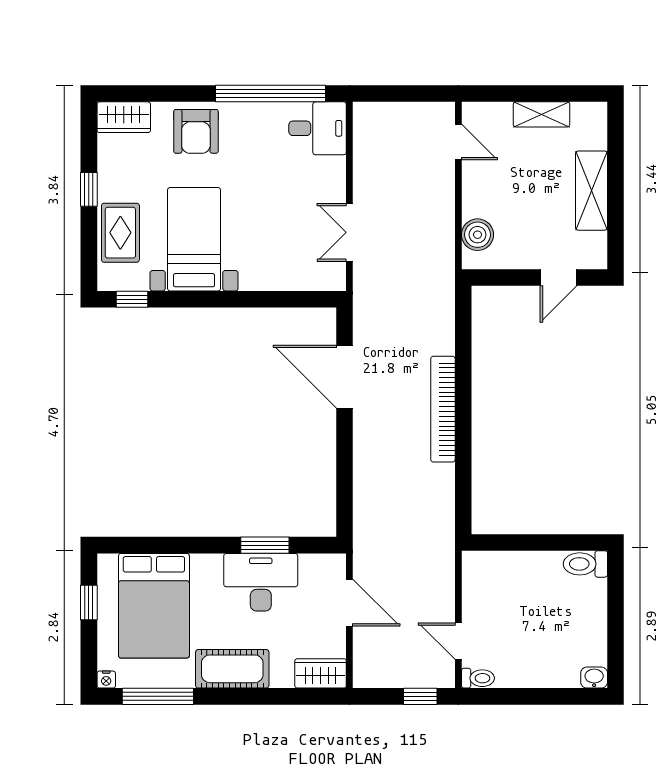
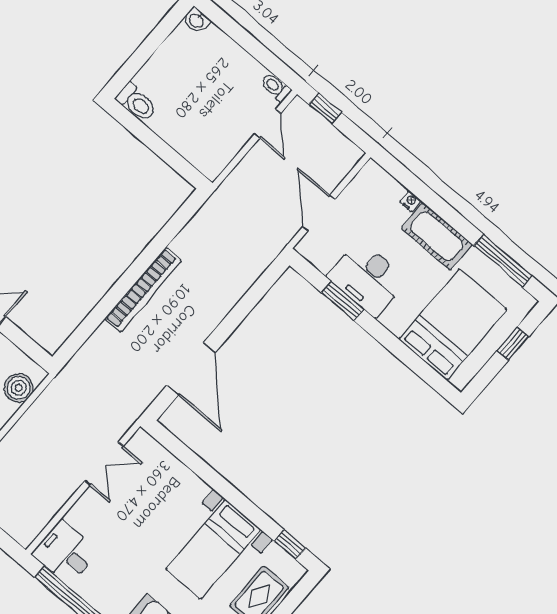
window: (89, 602) -> (513, 344), moved
wardrobe: (321, 673) -> (379, 182), removed
nightstand: (106, 680) -> (410, 201), moved

